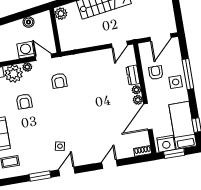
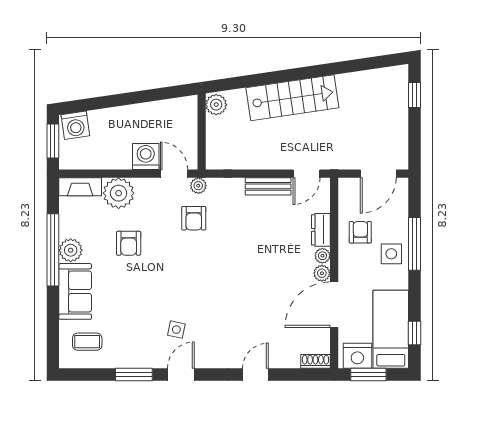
boiler: (28, 22) -> (159, 110), removed
bench: (99, 55) -> (268, 186), added
plant: (27, 67) -> (198, 186), moved

